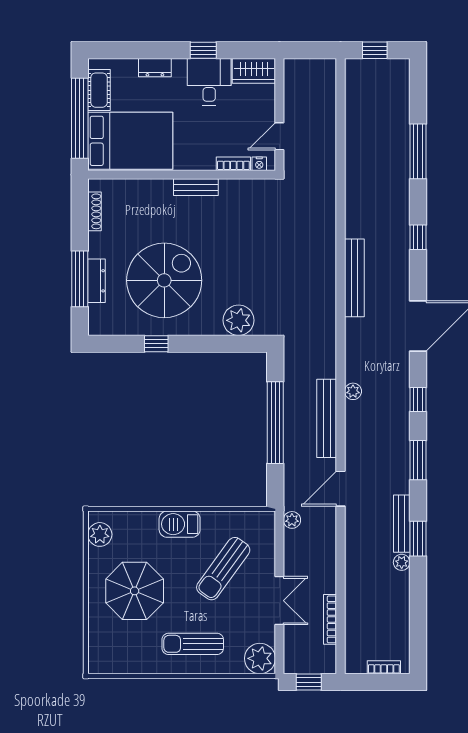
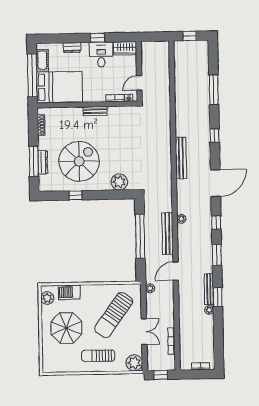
barbecue: (180, 524) -> (69, 292), moved
sun lounger: (223, 569) -> (114, 315), width x1.36, depth x1.34

